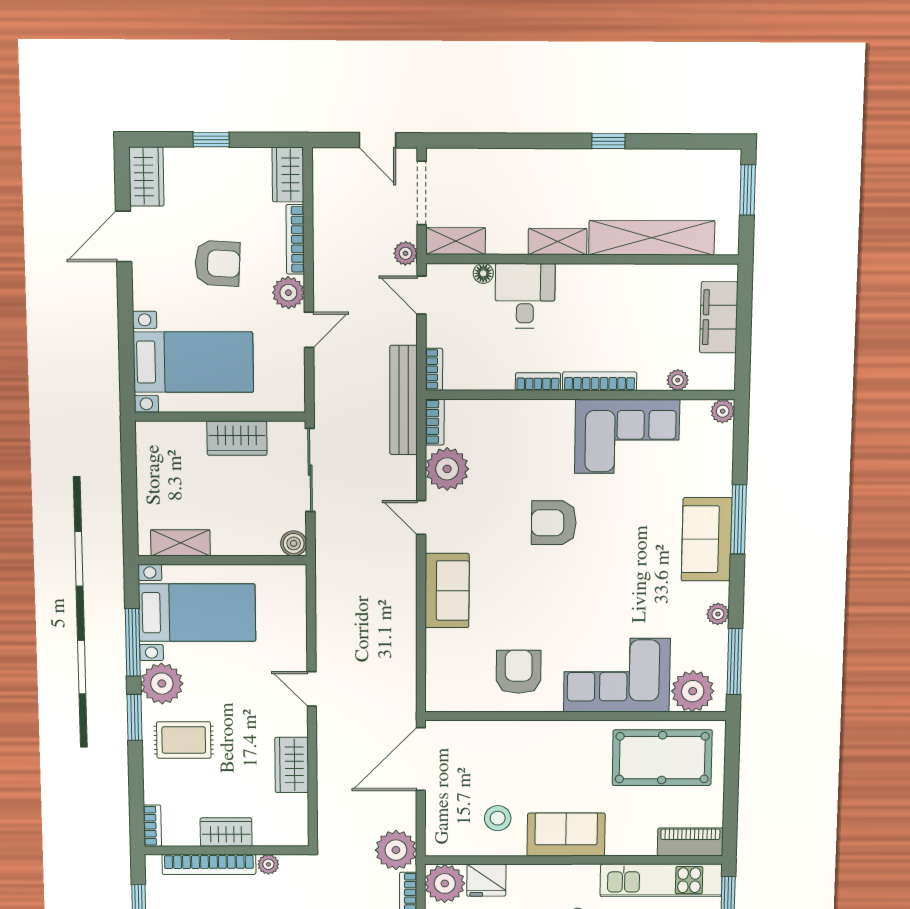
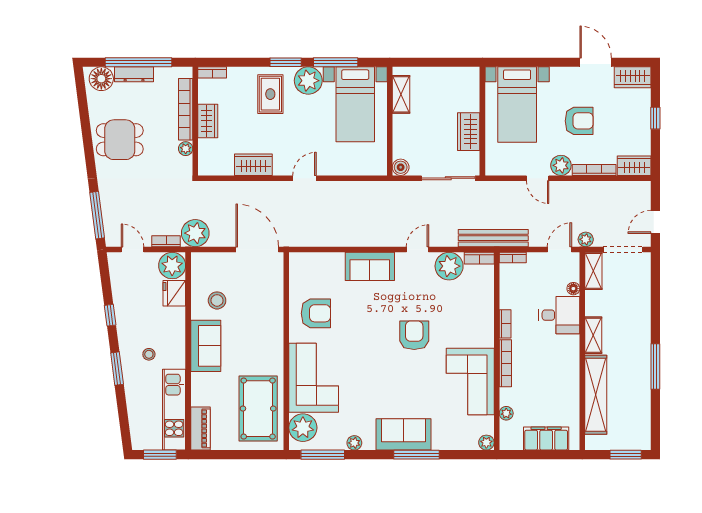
window: (608, 141) -> (655, 366), width x2.17
armchair: (217, 263) -> (579, 121), turned -93

